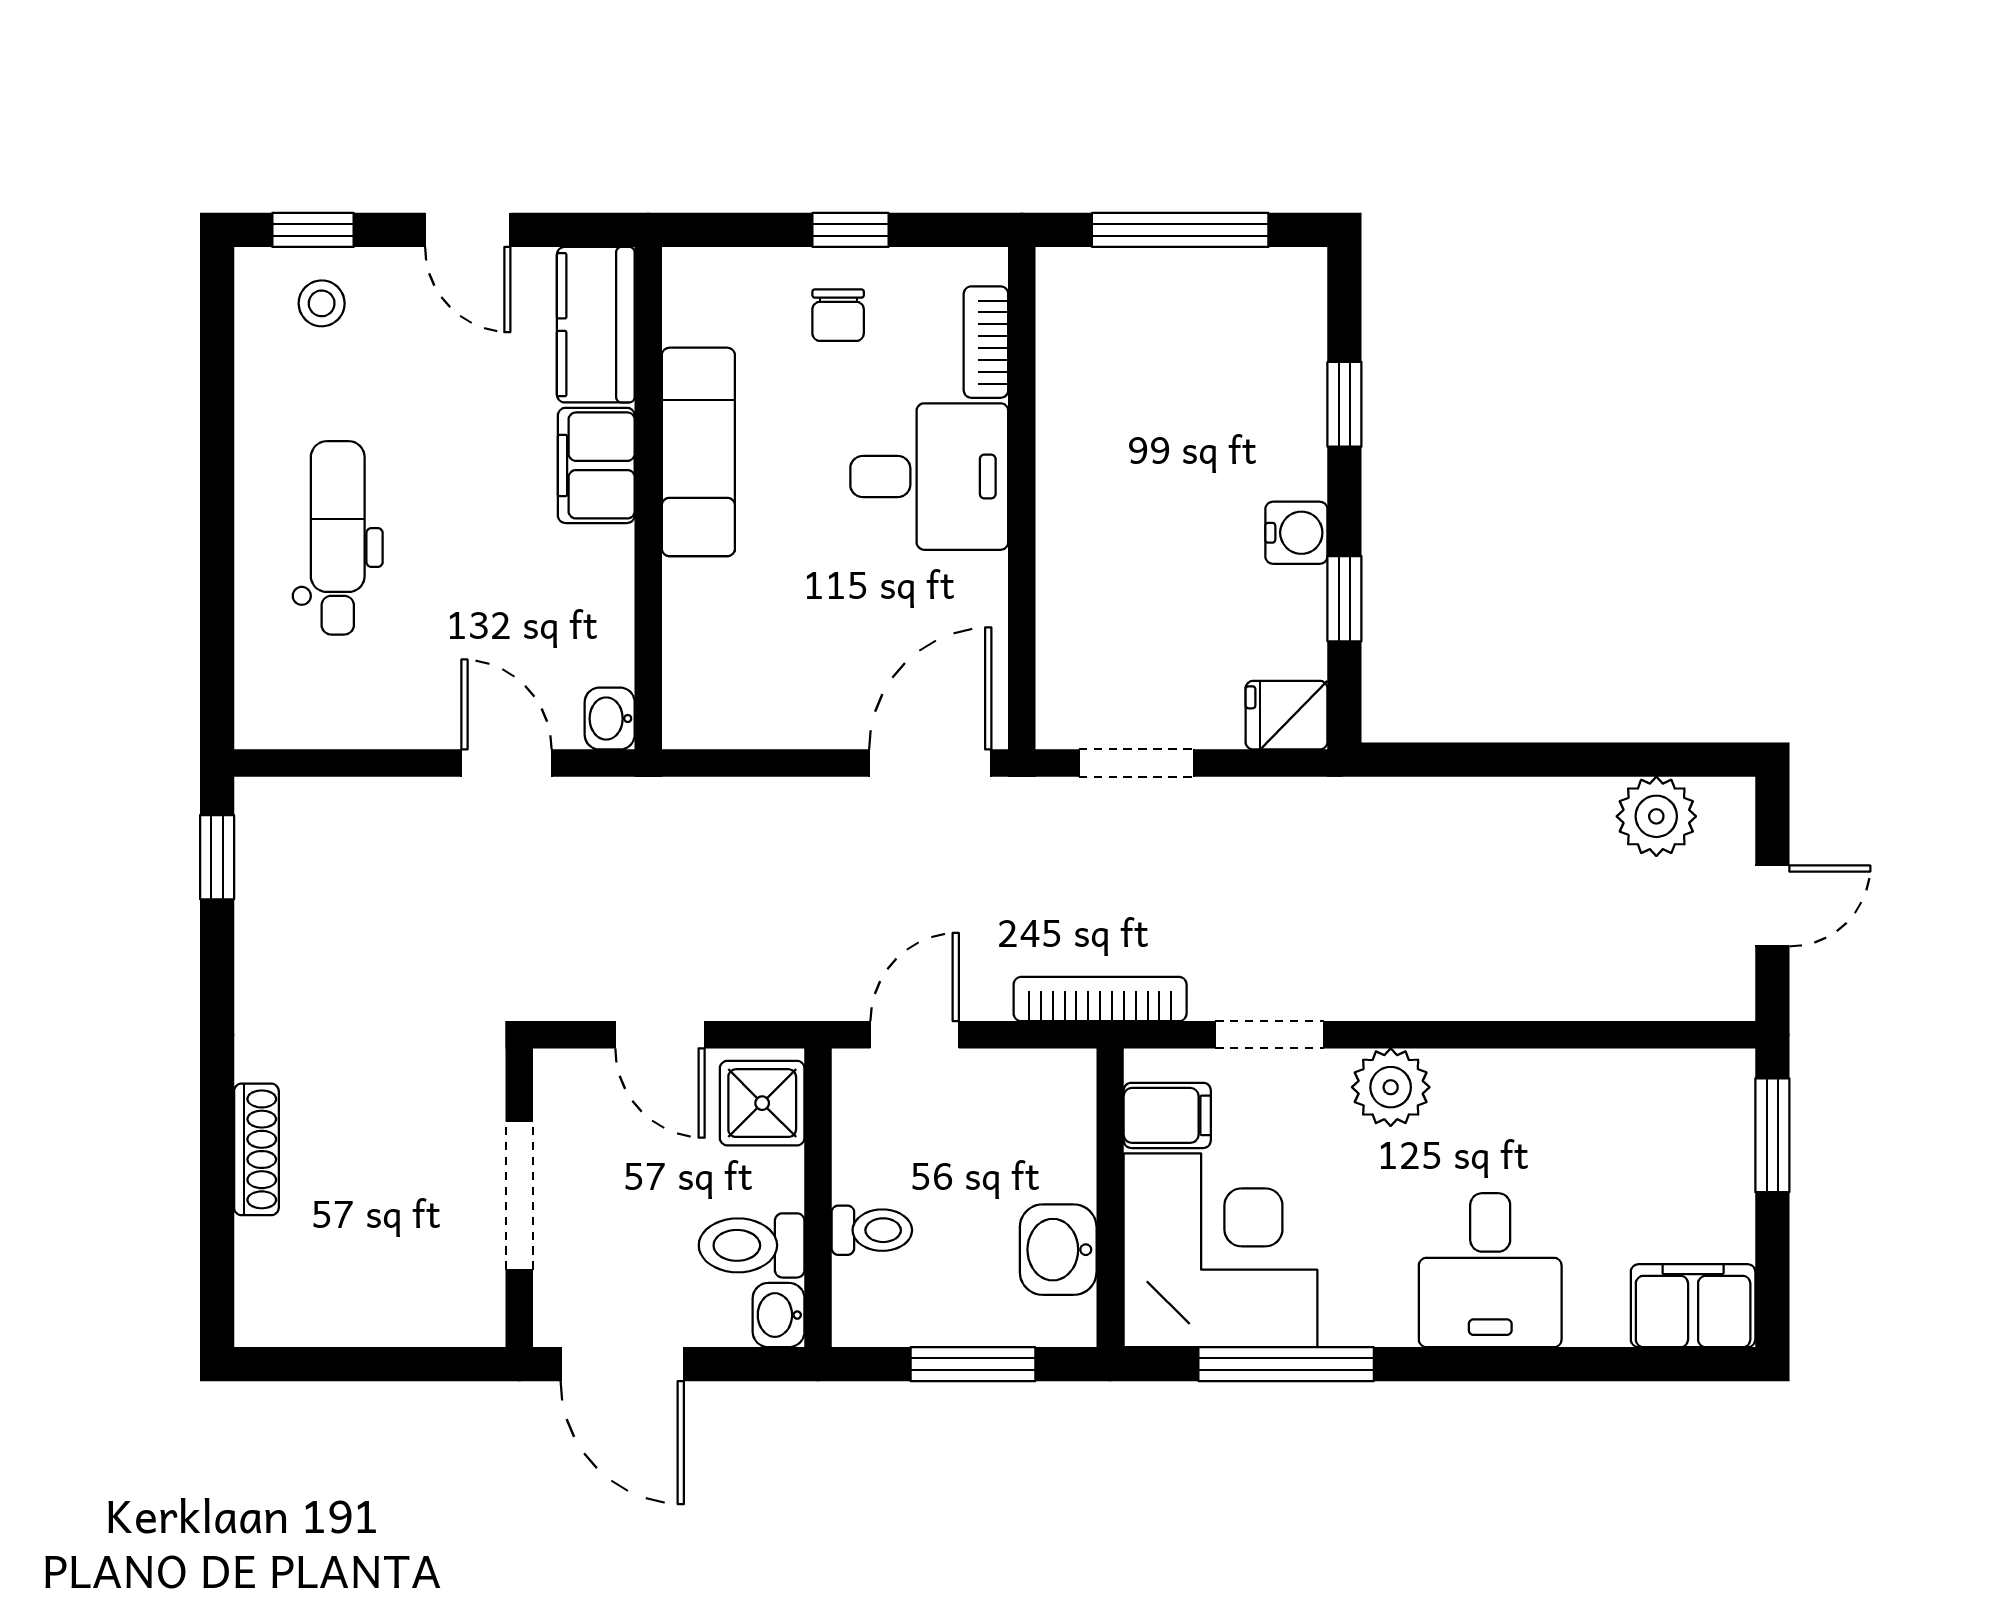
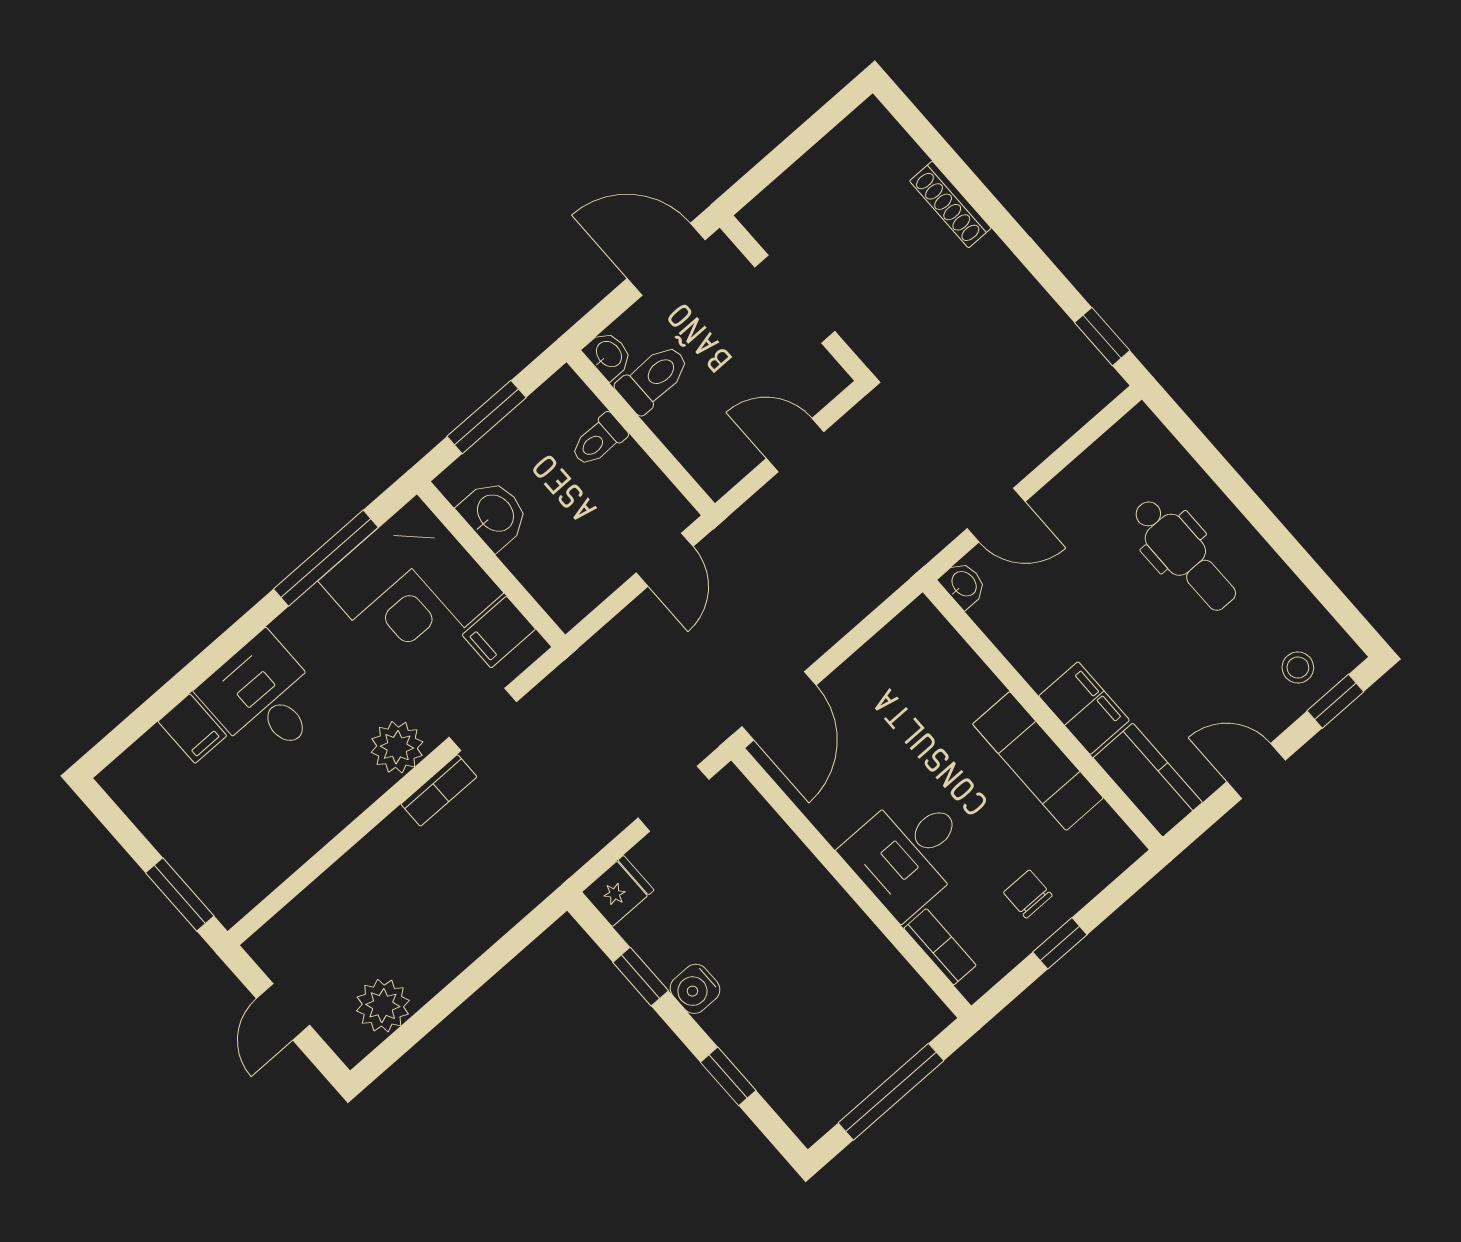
bookcase: (1100, 999) -> (439, 790), moved, width x0.64
shower: (762, 1103) -> (712, 456), removed
filing cabinet: (1693, 1306) -> (192, 729), moved, width x0.50

